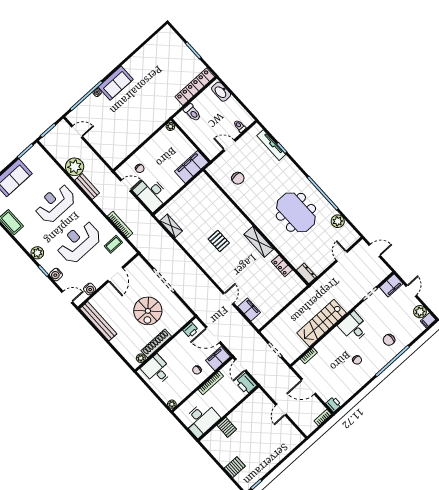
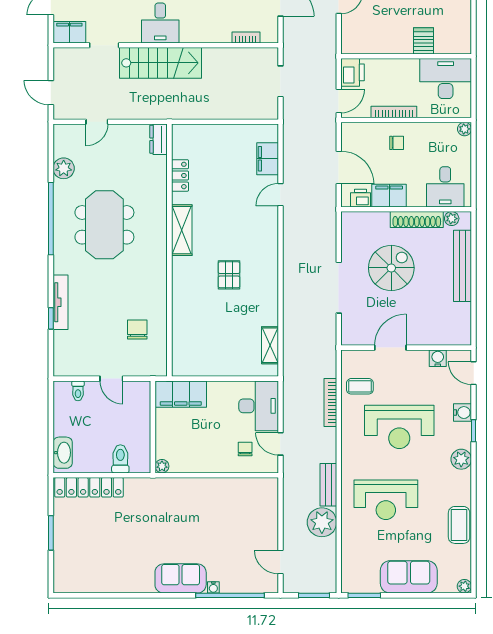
tv unit: (271, 145) -> (60, 302), moved
bench: (98, 321) -> (462, 266), moved
stairs: (322, 323) -> (161, 63), moved
filing cabinet: (218, 359) -> (389, 196), moved, turned 180

